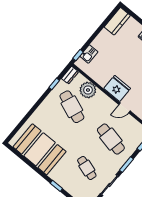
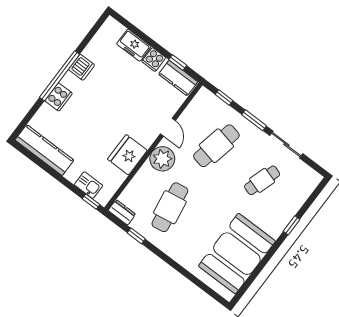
kitchen counter: (117, 21) -> (44, 150), width x1.50
fridge: (117, 88) -> (127, 155), moved
plant: (88, 90) -> (162, 159), moved
cafe table: (72, 107) -> (170, 207), turned -30

